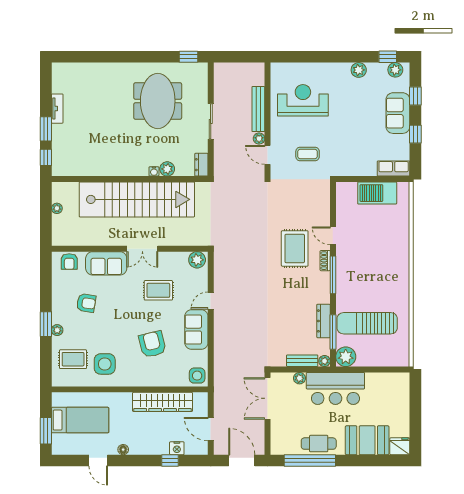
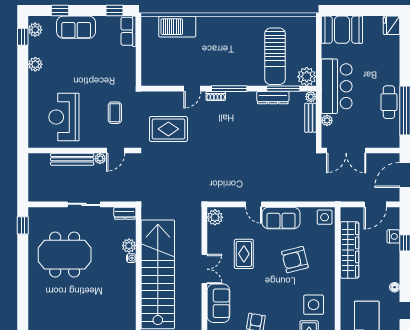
window: (415, 134) -> (114, 11), moved
barbecue: (377, 193) -> (177, 27), moved, turned 90
rug: (295, 248) -> (168, 129), moved
booth: (367, 440) -> (342, 30), moved, turned 90

